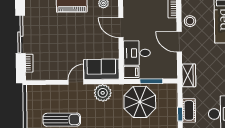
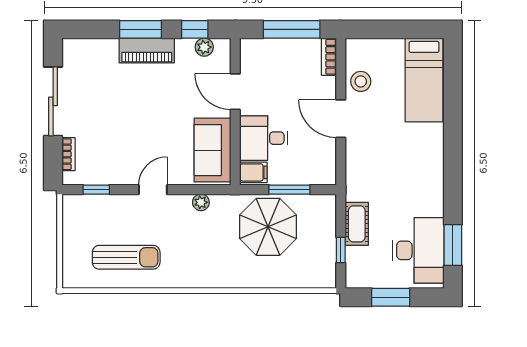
sofa: (101, 69) -> (213, 150), moved, turned -90
wardrobe: (189, 75) -> (357, 180), removed
window: (45, 83) -> (96, 190), added
plant: (103, 93) -> (201, 202), width x0.53, depth x0.53
cot: (189, 110) -> (357, 224), moved

